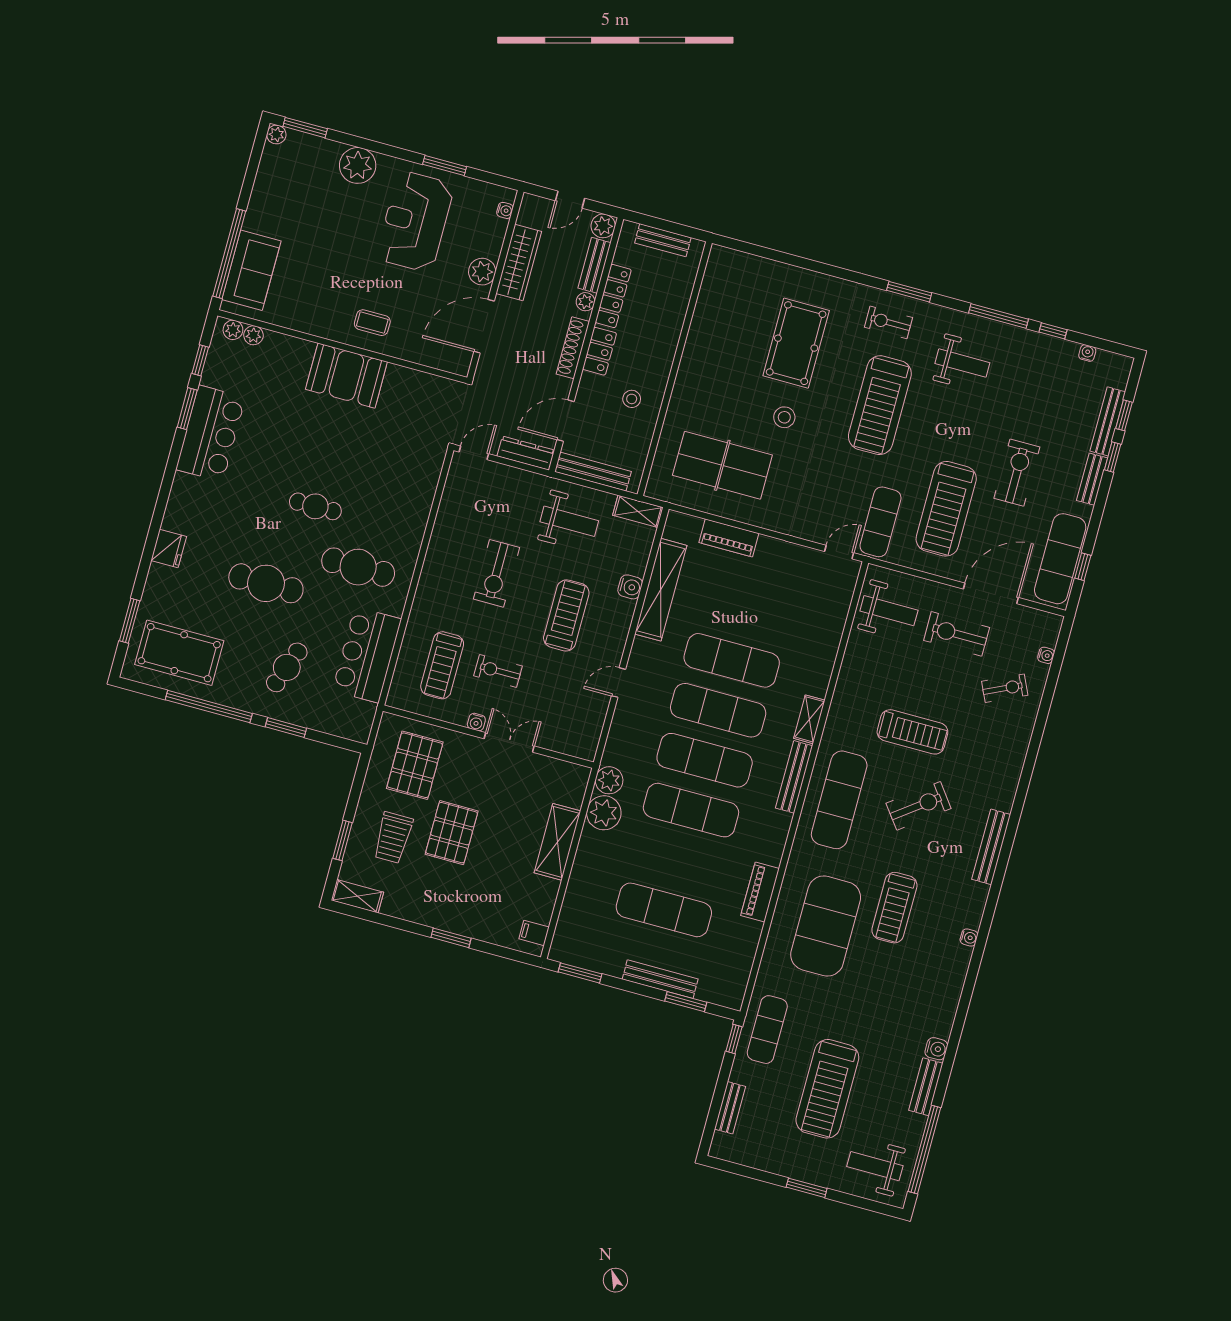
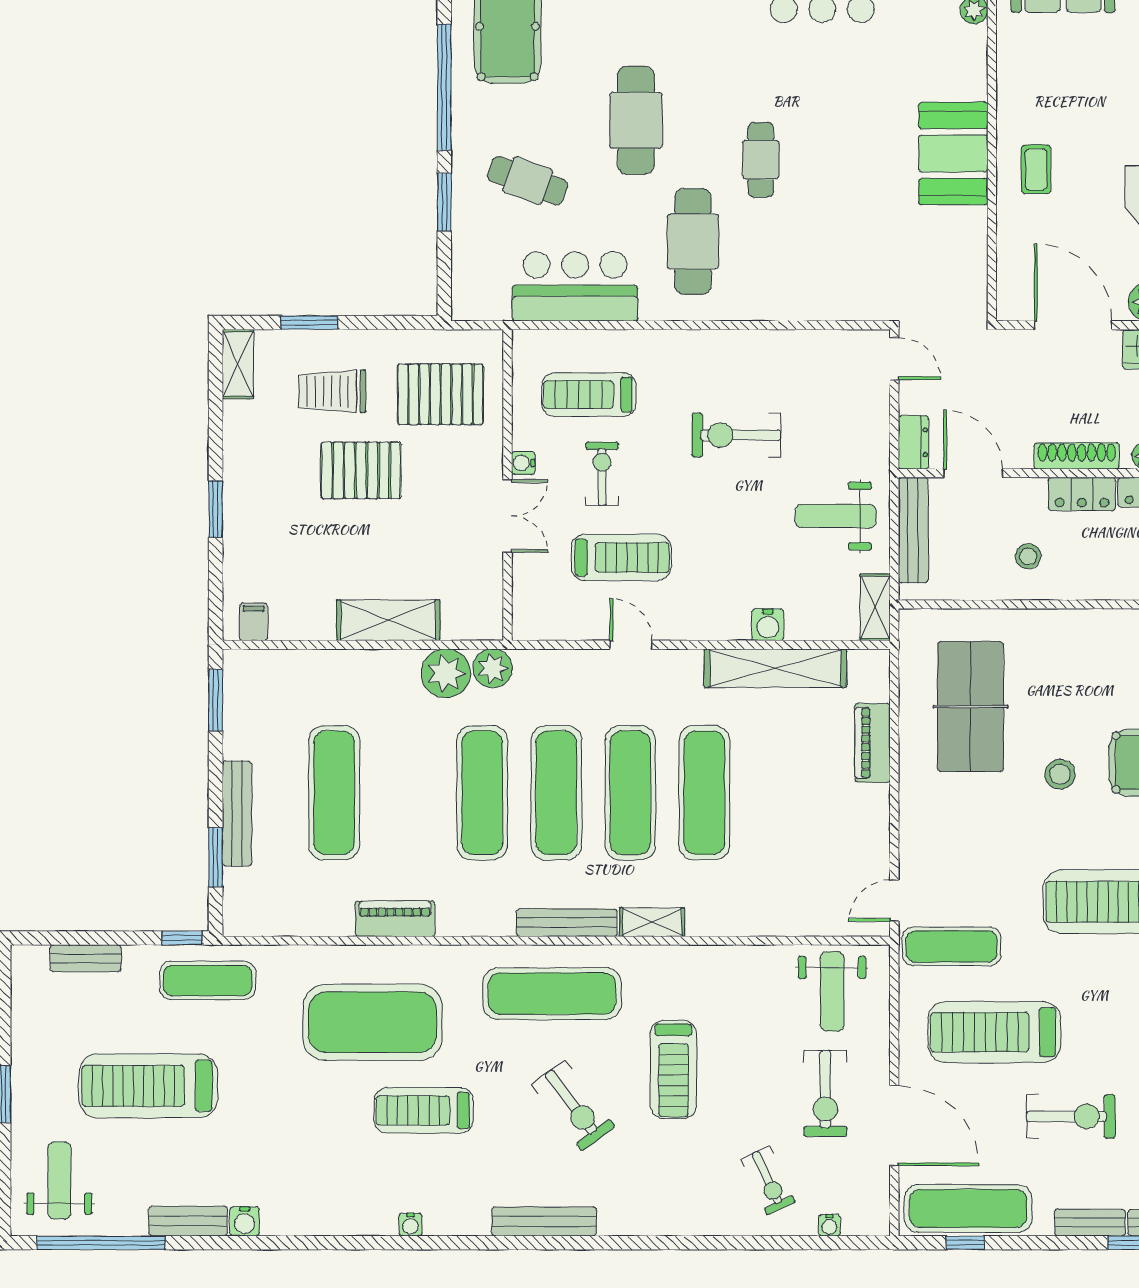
dresser: (526, 453) -> (913, 442), width x0.70
weight bench: (569, 521) -> (836, 516), turned 90
door: (839, 552) -> (894, 901), swing flipped
treadmill: (566, 615) -> (621, 557), moved
exercise bike: (957, 634) -> (825, 1094), turned 180

